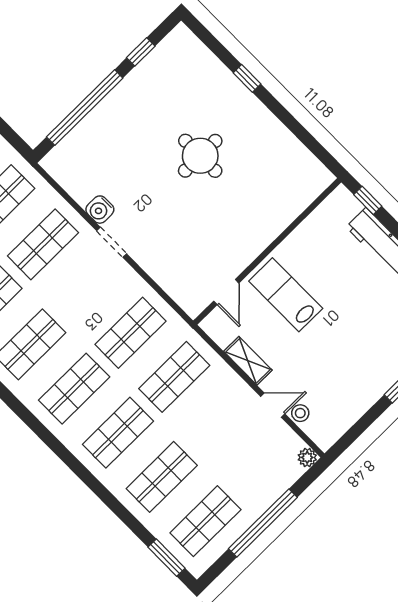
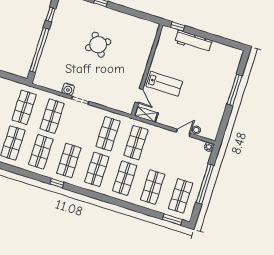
round table: (200, 156) -> (98, 45), turned -35
lab bench: (286, 295) -> (164, 84), turned 180
shelving: (248, 361) -> (146, 114), moved

